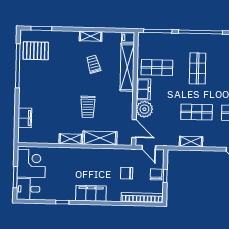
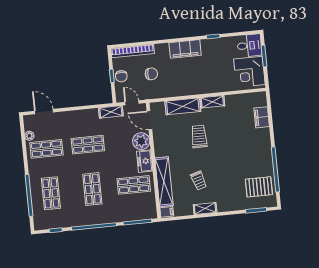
shelving: (191, 142) -> (111, 112), moved

